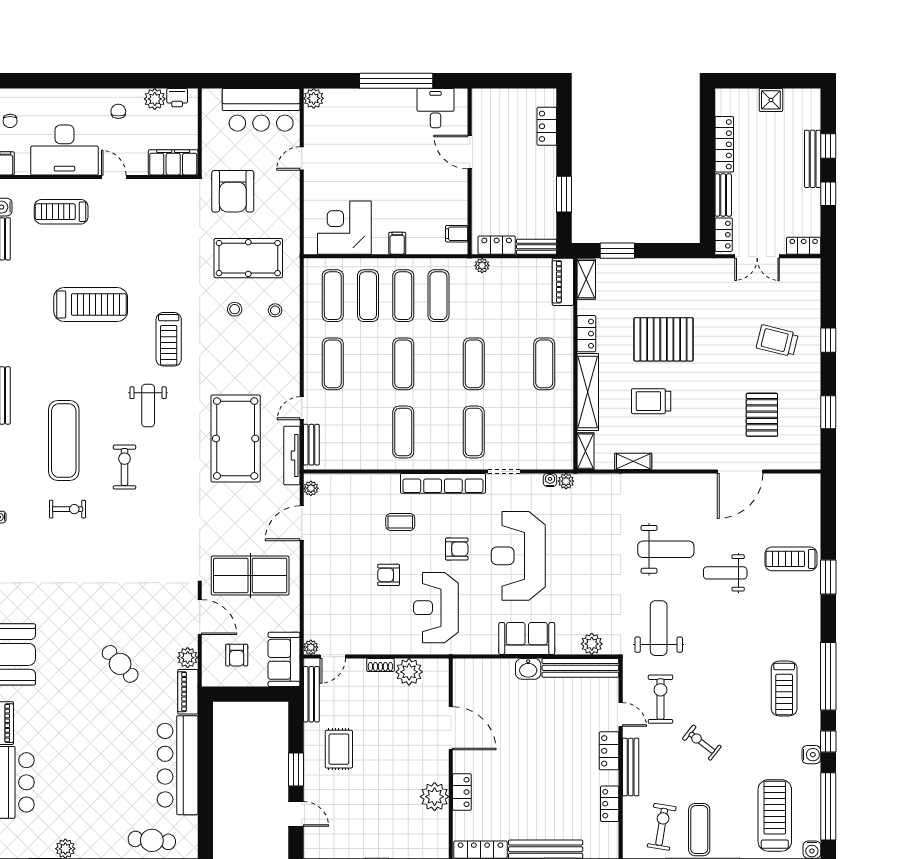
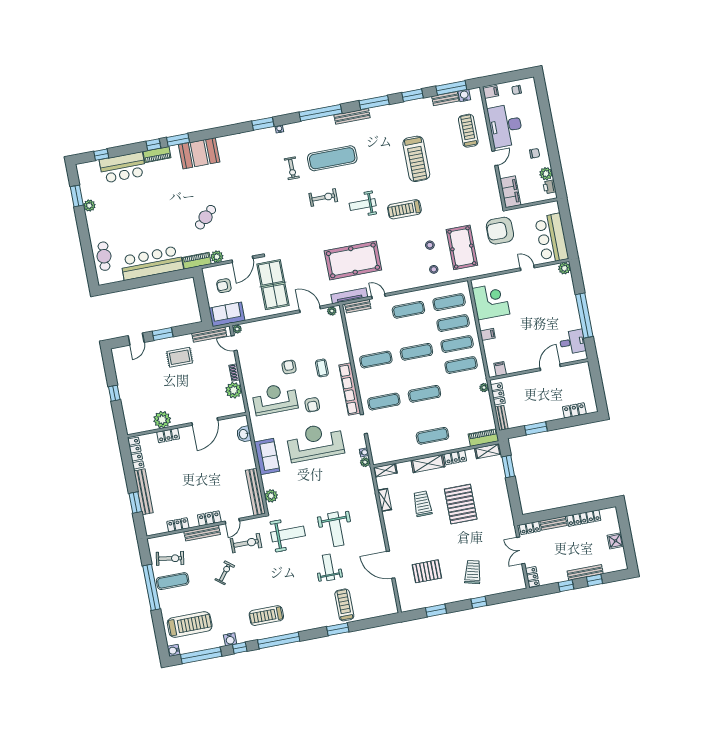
shelving: (588, 392) -> (428, 464), width x0.68
washbasin: (528, 669) -> (244, 434), moved

